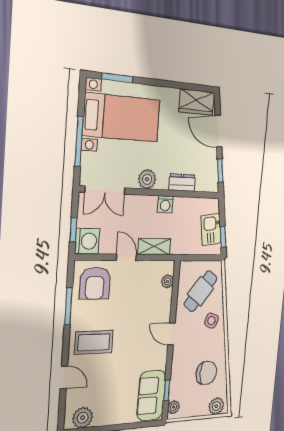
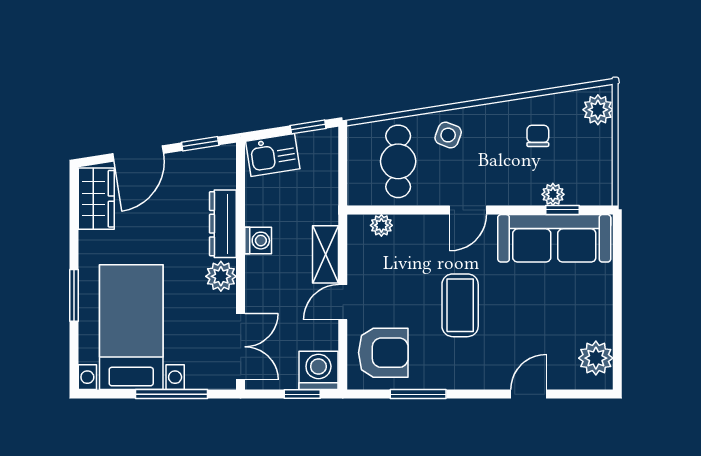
window: (117, 78) -> (74, 295), moved
dresser: (182, 183) -> (223, 224), width x1.44
kitchen sink: (211, 229) -> (273, 155), moved
cafe table: (201, 291) -> (398, 161), turned 53
coffee table: (94, 342) -> (460, 305), moved
chair: (206, 373) -> (538, 136), width x0.54, depth x0.54
sofa: (151, 395) -> (554, 238), width x1.36
plant: (174, 407) -> (553, 194), moved

